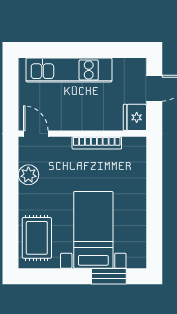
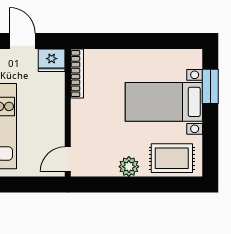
bookcase: (97, 143) -> (77, 74), moved
plant: (28, 175) -> (129, 167), moved

